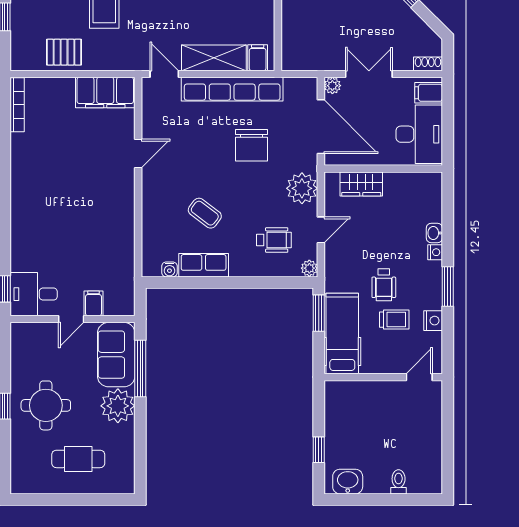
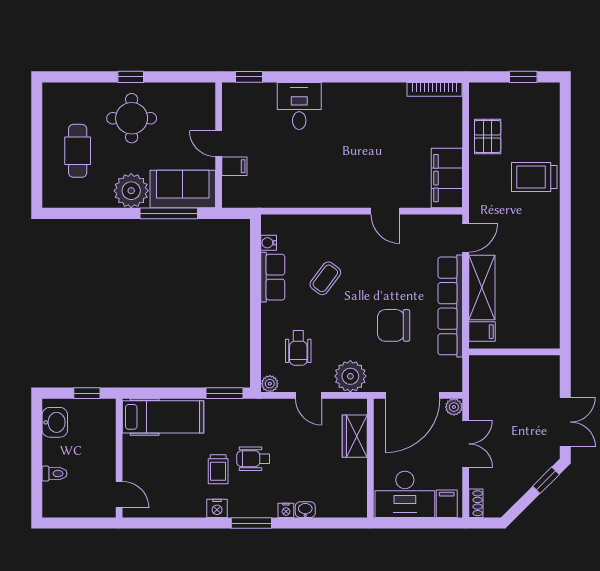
desk: (34, 294) -> (299, 106), moved
hospital bed: (342, 333) -> (163, 417), moved
wall: (383, 377) -> (119, 458), moved
door: (419, 377) -> (119, 495), moved

